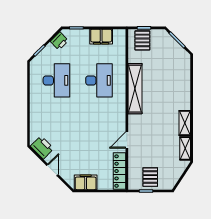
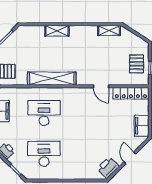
shelving: (185, 123) -> (57, 31), moved
door: (52, 170) -> (130, 158), hinge flipped
pallet: (150, 177) -> (137, 64), turned 90

